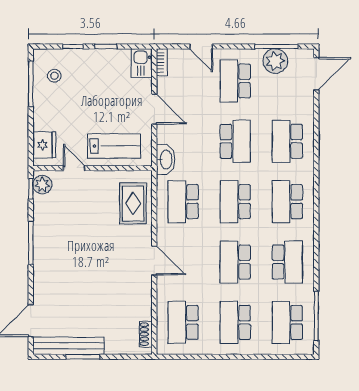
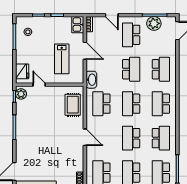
school desk: (287, 141) -> (161, 69), turned 180
lab bench: (114, 146) -> (62, 59), moved, turned 90

